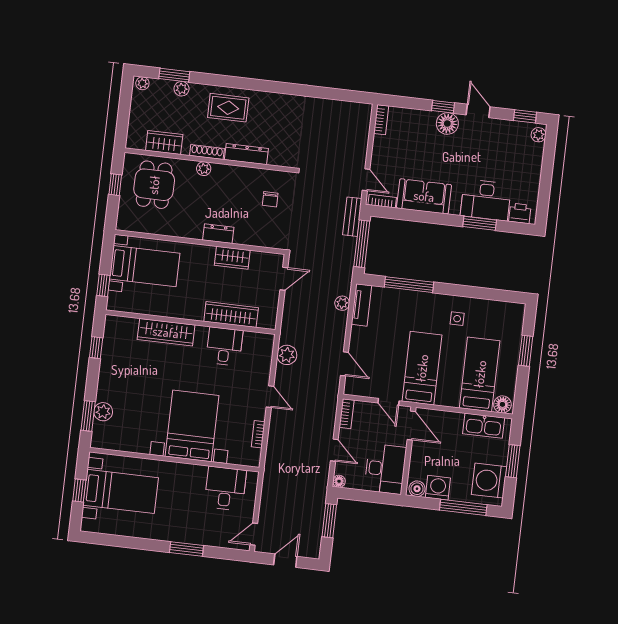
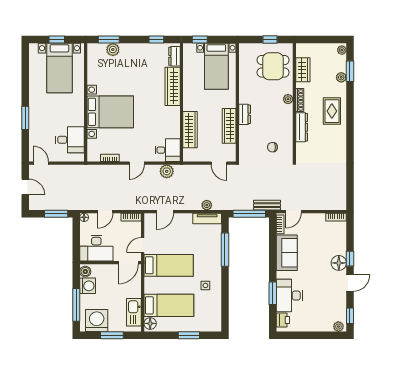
wardrobe: (232, 258) -> (229, 126), width x1.50
dresser: (123, 324) -> (174, 56), added
desk: (224, 346) -> (168, 150), moved

